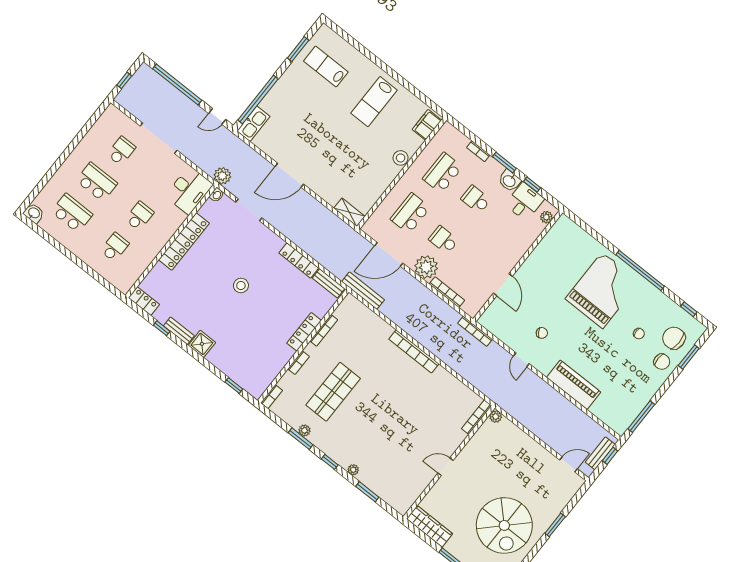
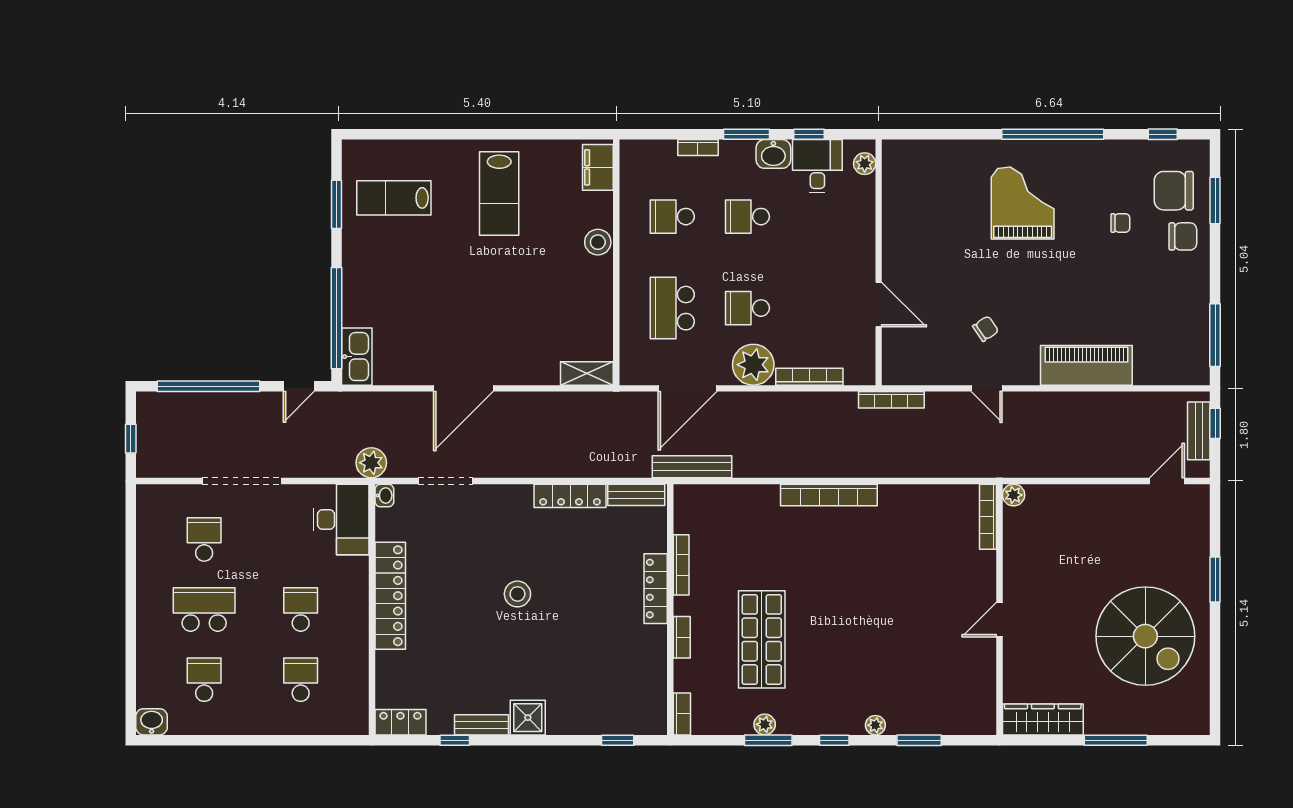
school desk: (443, 173) -> (672, 217), width x0.54
school desk: (72, 213) -> (204, 680), width x0.54
grand piano: (603, 290) -> (1023, 203), width x0.73, depth x0.68

